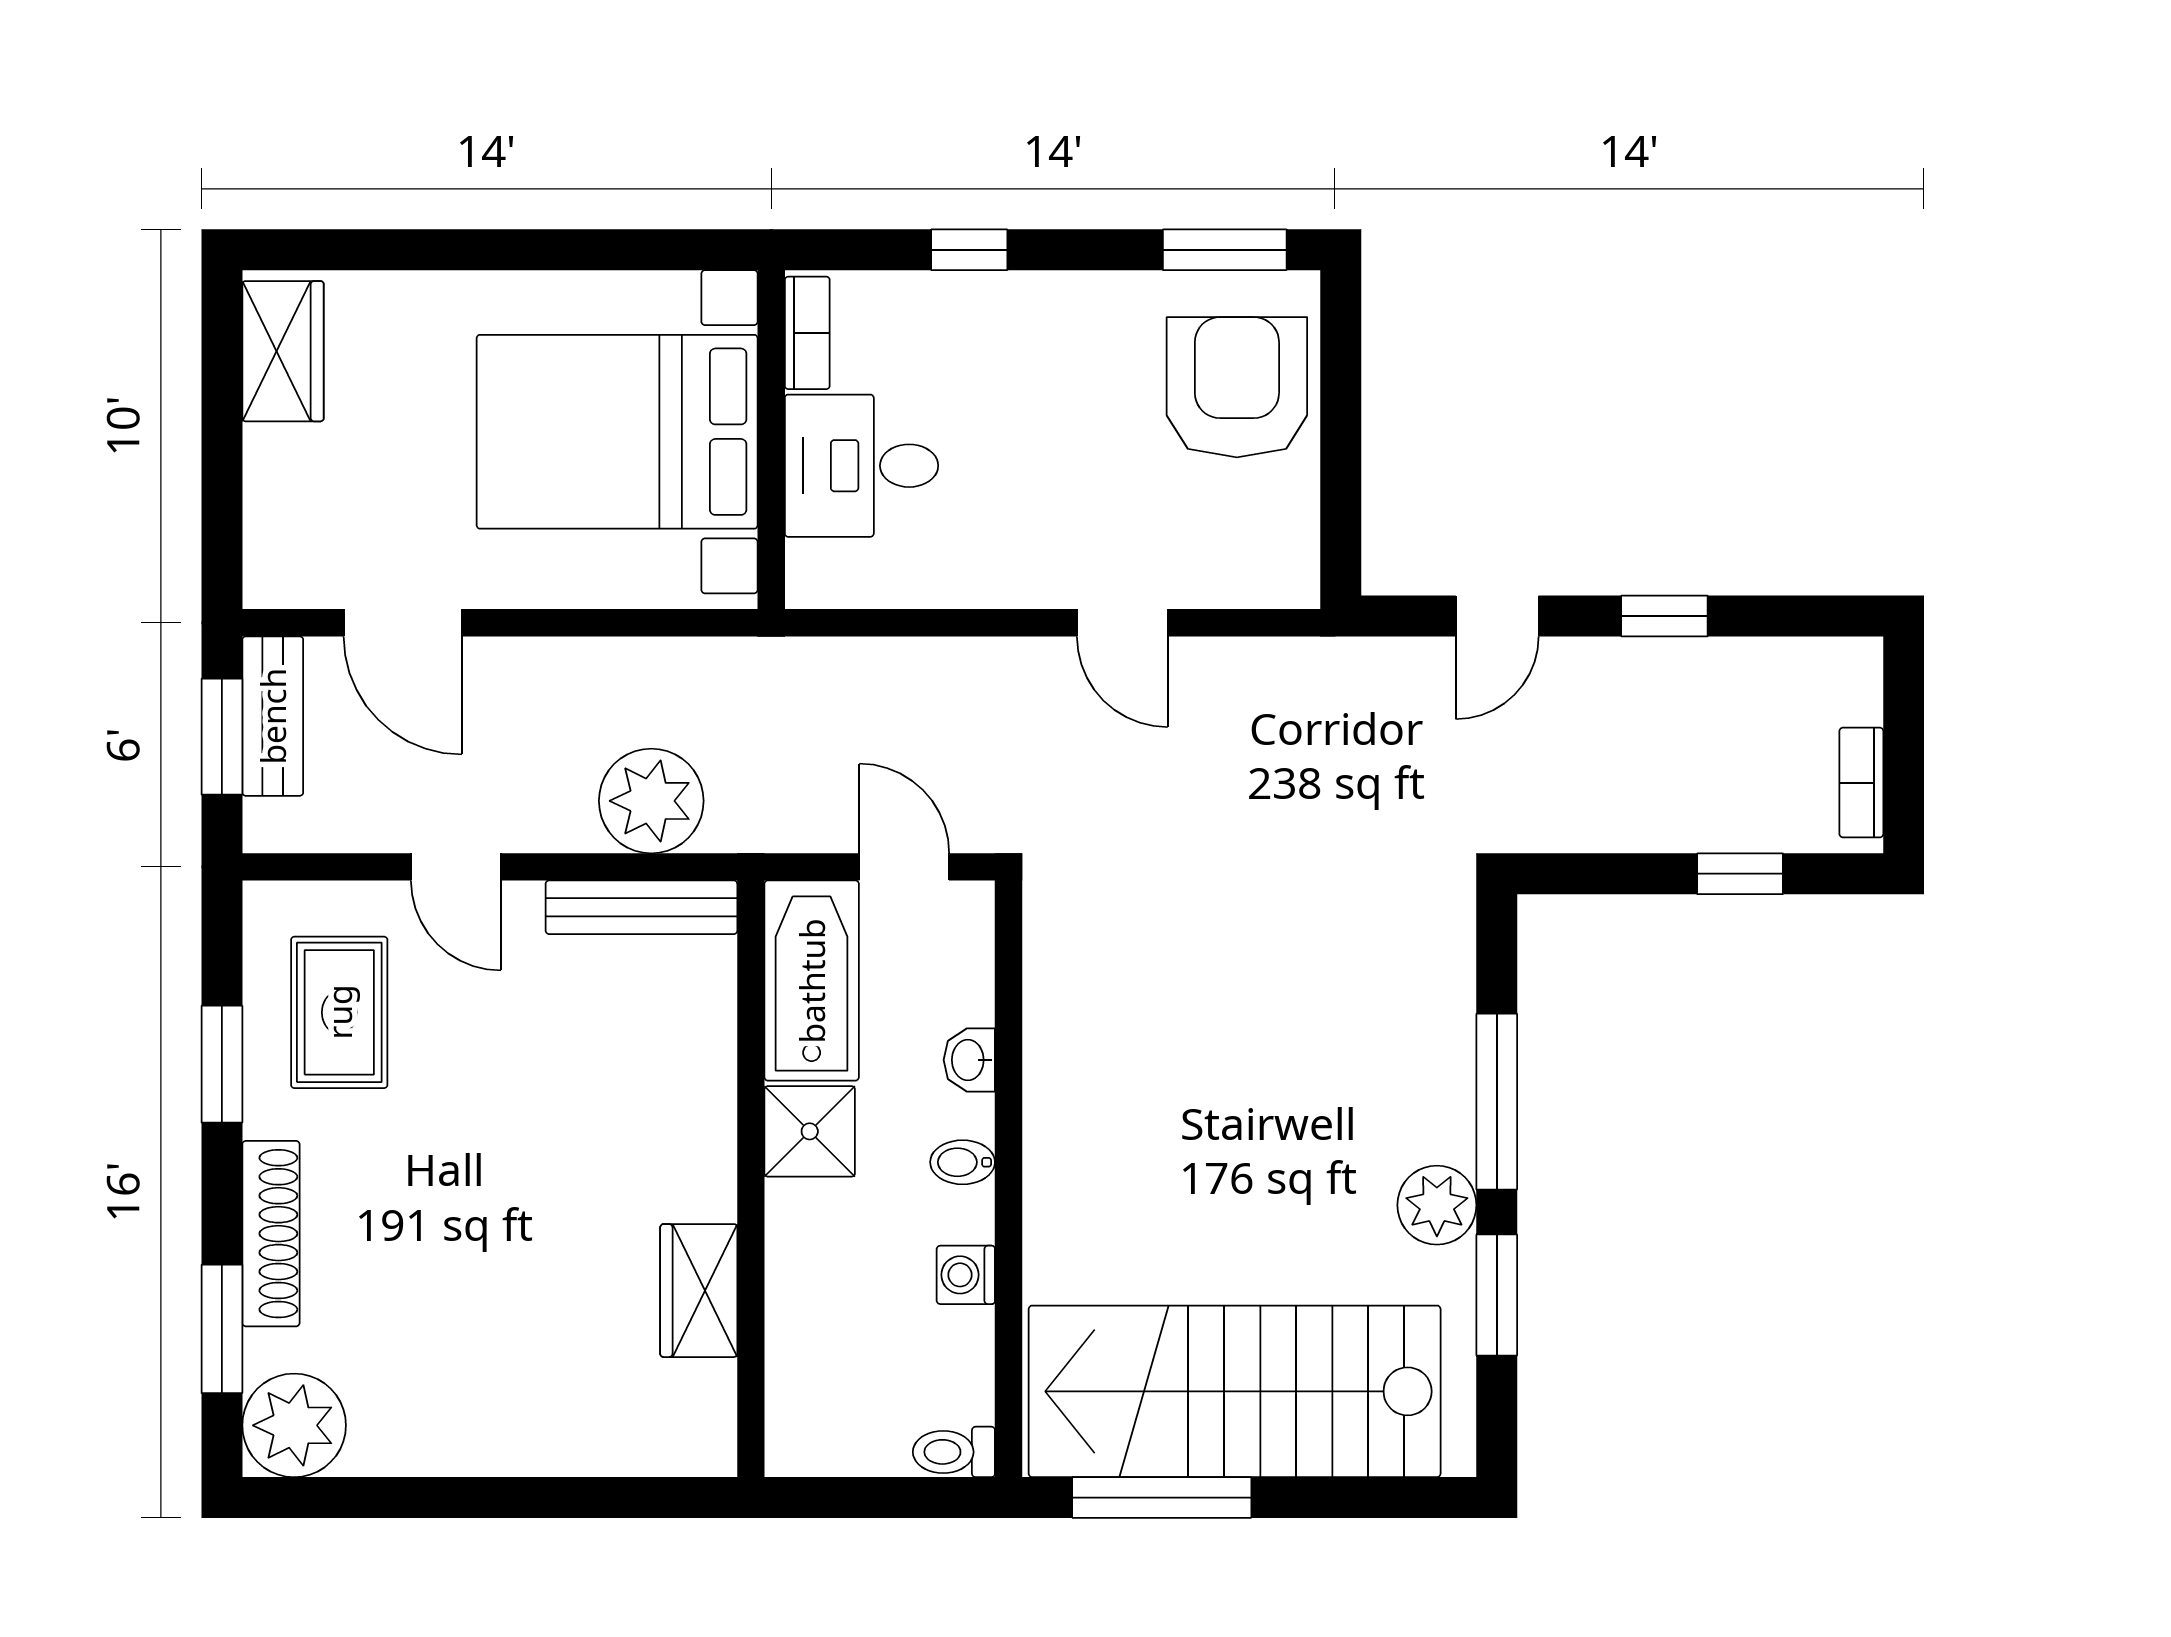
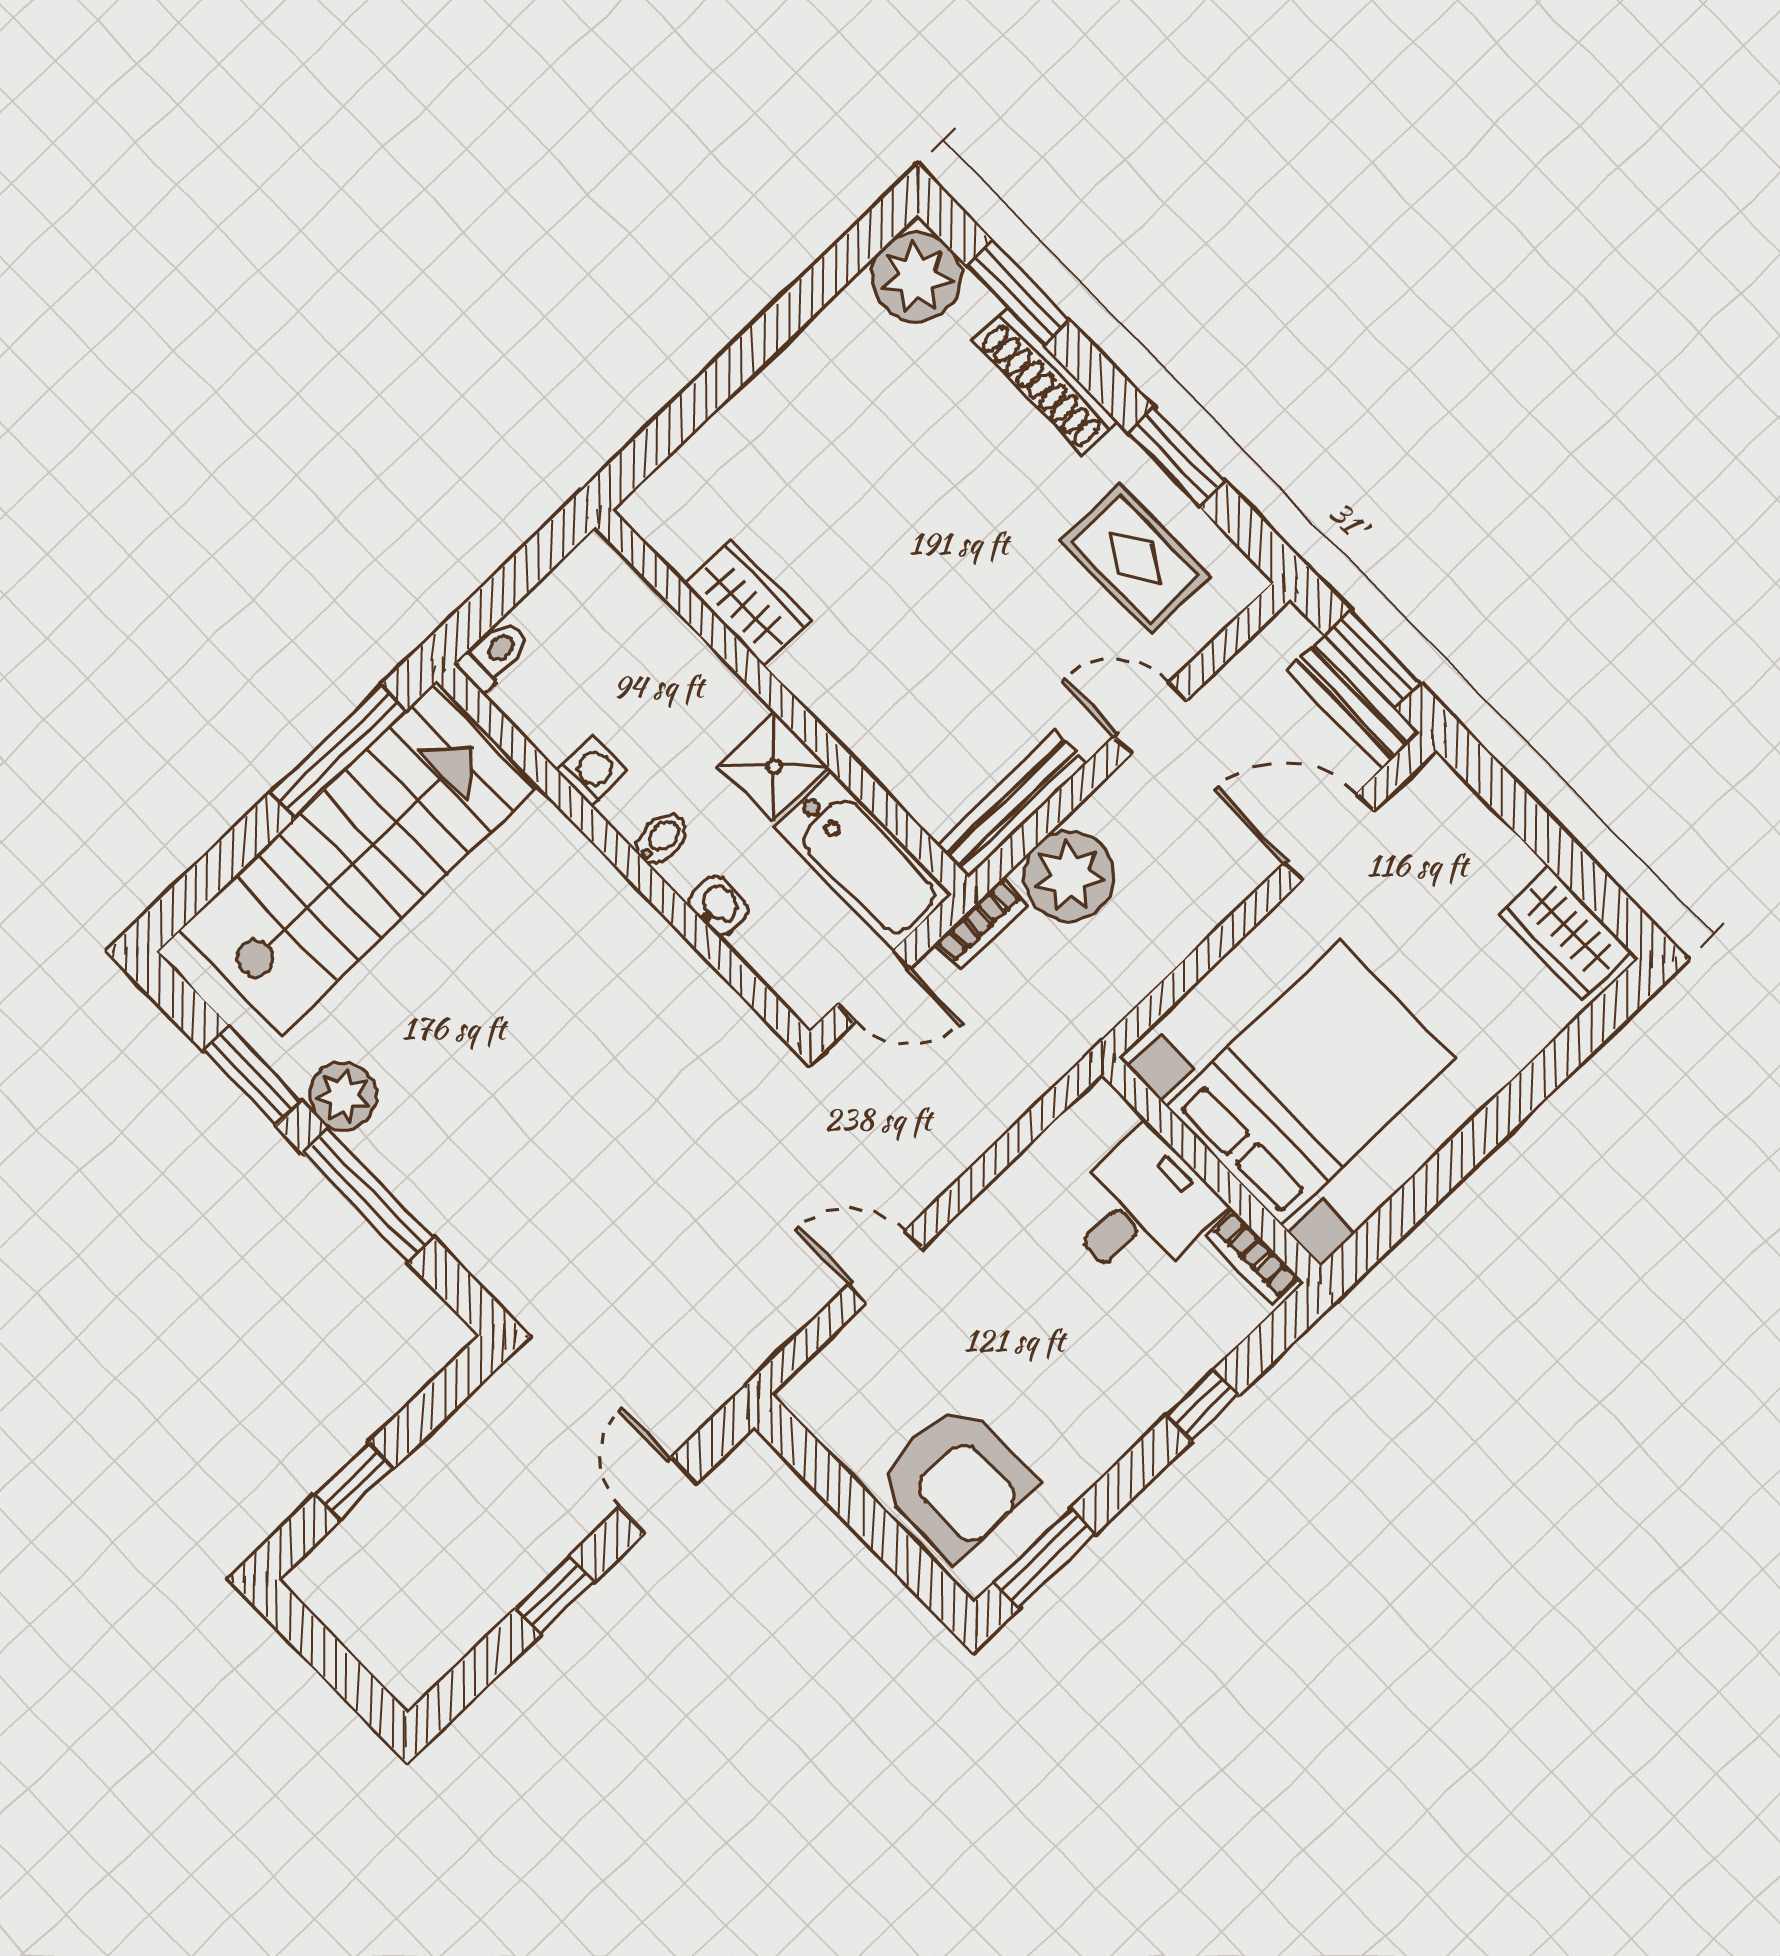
bookcase: (1861, 783) -> (982, 924), moved, turned 90

